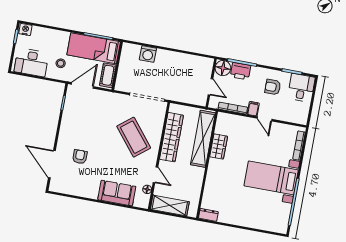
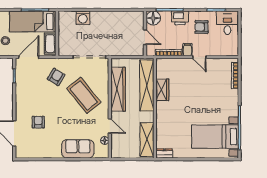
printer: (240, 71) -> (180, 18), moved
armchair: (108, 112) -> (56, 77), added
bed with nightstands: (271, 178) -> (215, 137), moved
shelving: (170, 206) -> (147, 139), moved, turned 90

